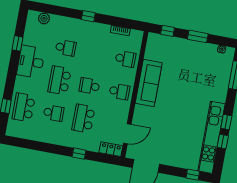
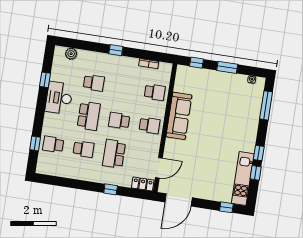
school desk: (60, 80) -> (89, 116), turned 180
school desk: (24, 107) -> (53, 144), width x0.54
kitchen unit: (211, 137) -> (243, 178), width x0.73

